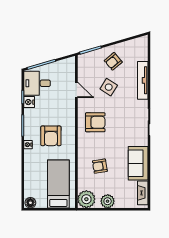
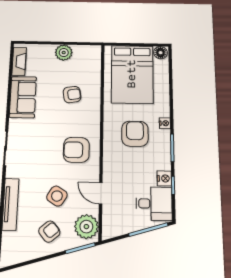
bed: (58, 184) -> (132, 74), width x1.50
plant: (86, 199) -> (86, 227), moved

